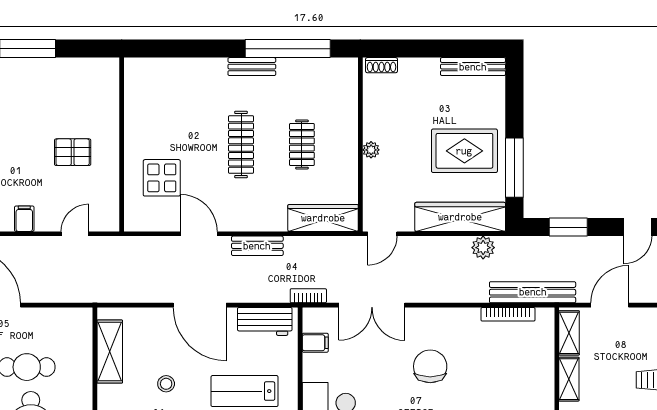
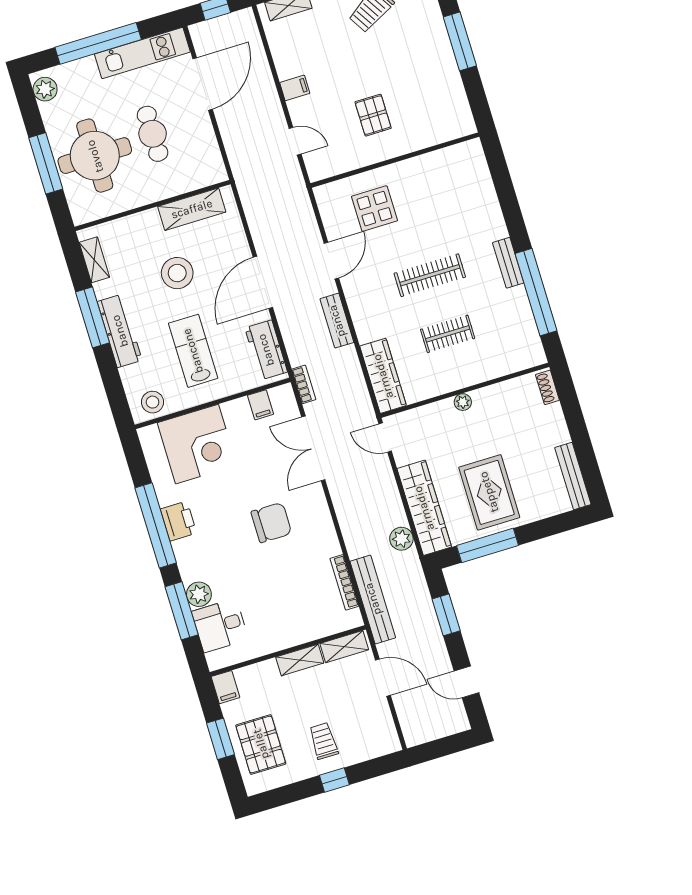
stool: (166, 384) -> (177, 273), width x1.89, depth x1.89

